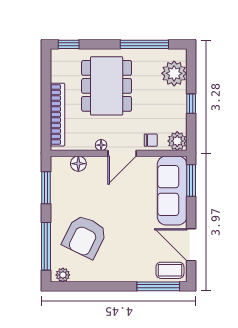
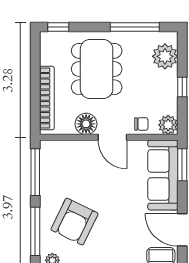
floor lamp: (101, 145) -> (86, 124), width x1.89, depth x1.89
door: (122, 153) -> (112, 137), hinge flipped
floor lamp: (78, 164) -> (68, 148), removed
window: (46, 188) -> (35, 172), width x1.44

